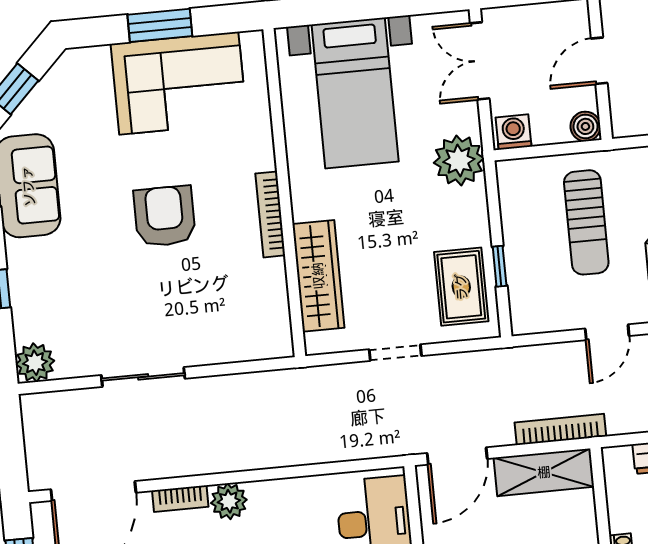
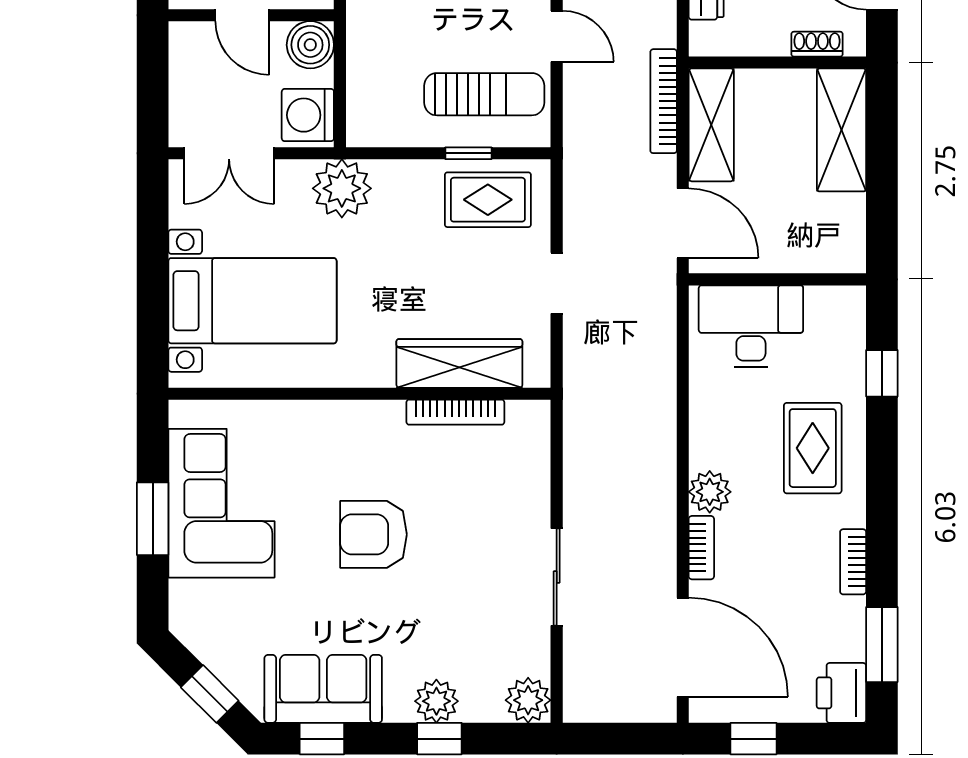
boiler: (585, 126) -> (310, 45), width x1.36, depth x1.36
washing machine: (514, 132) -> (308, 115), width x1.38, depth x1.38
bookcase: (270, 214) -> (455, 412), moved
sun lounger: (586, 222) -> (484, 94), moved
plant: (27, 284) -> (436, 701), added

